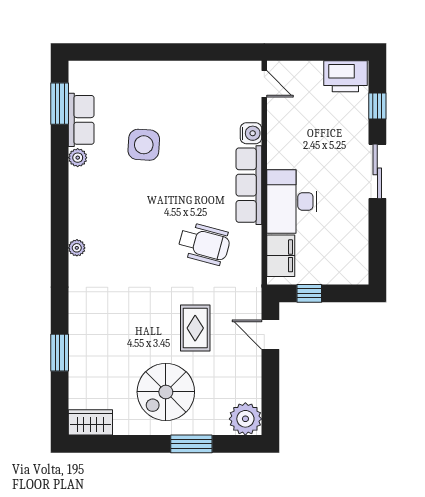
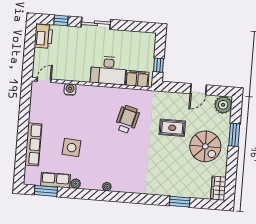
row of seats: (249, 185) -> (33, 144), moved, turned -90
plant: (77, 248) -> (107, 187), moved
door: (270, 335) -> (198, 89), moved

